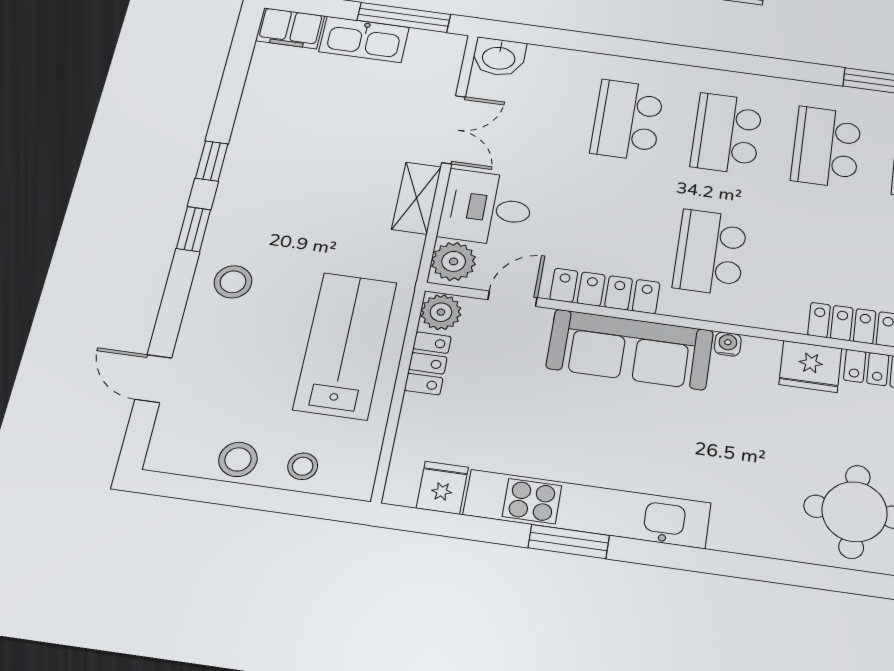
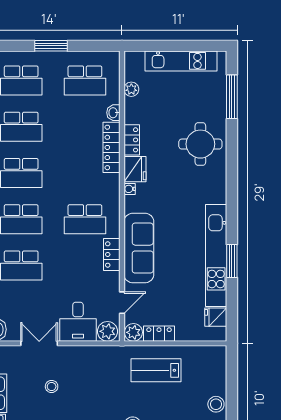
shelving: (416, 198) -> (78, 353), removed
locker: (605, 291) -> (112, 254), width x0.66
door: (512, 299) -> (122, 303), swing flipped
water cooler: (728, 344) -> (130, 189), moved
lab bench: (345, 345) -> (156, 370), width x0.73, depth x0.72
stool: (303, 466) -> (52, 386), moved

